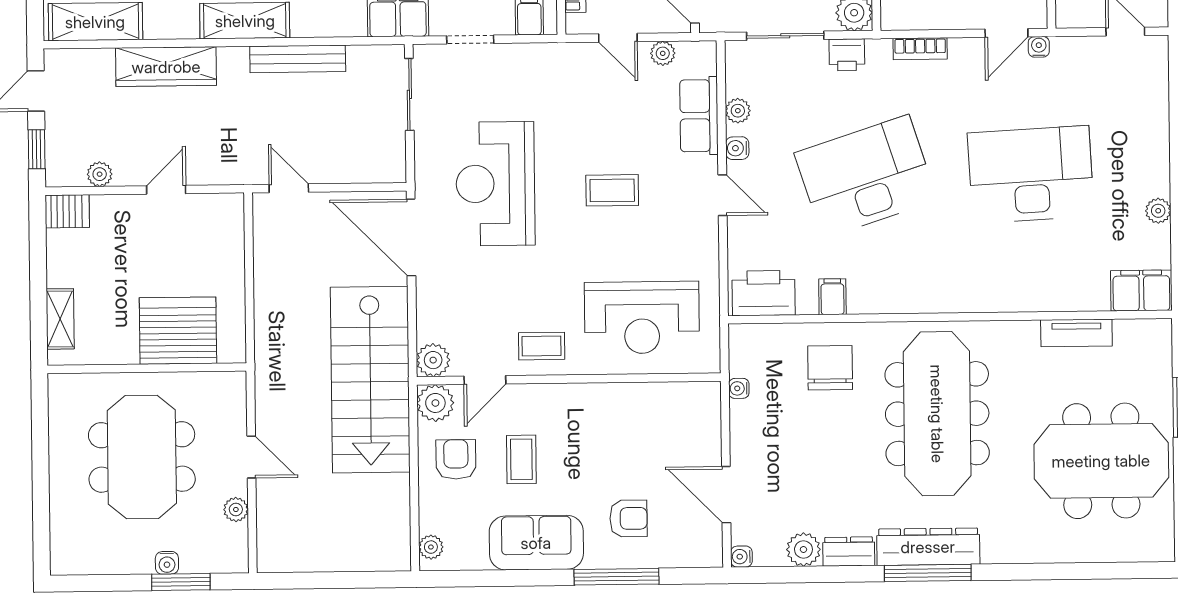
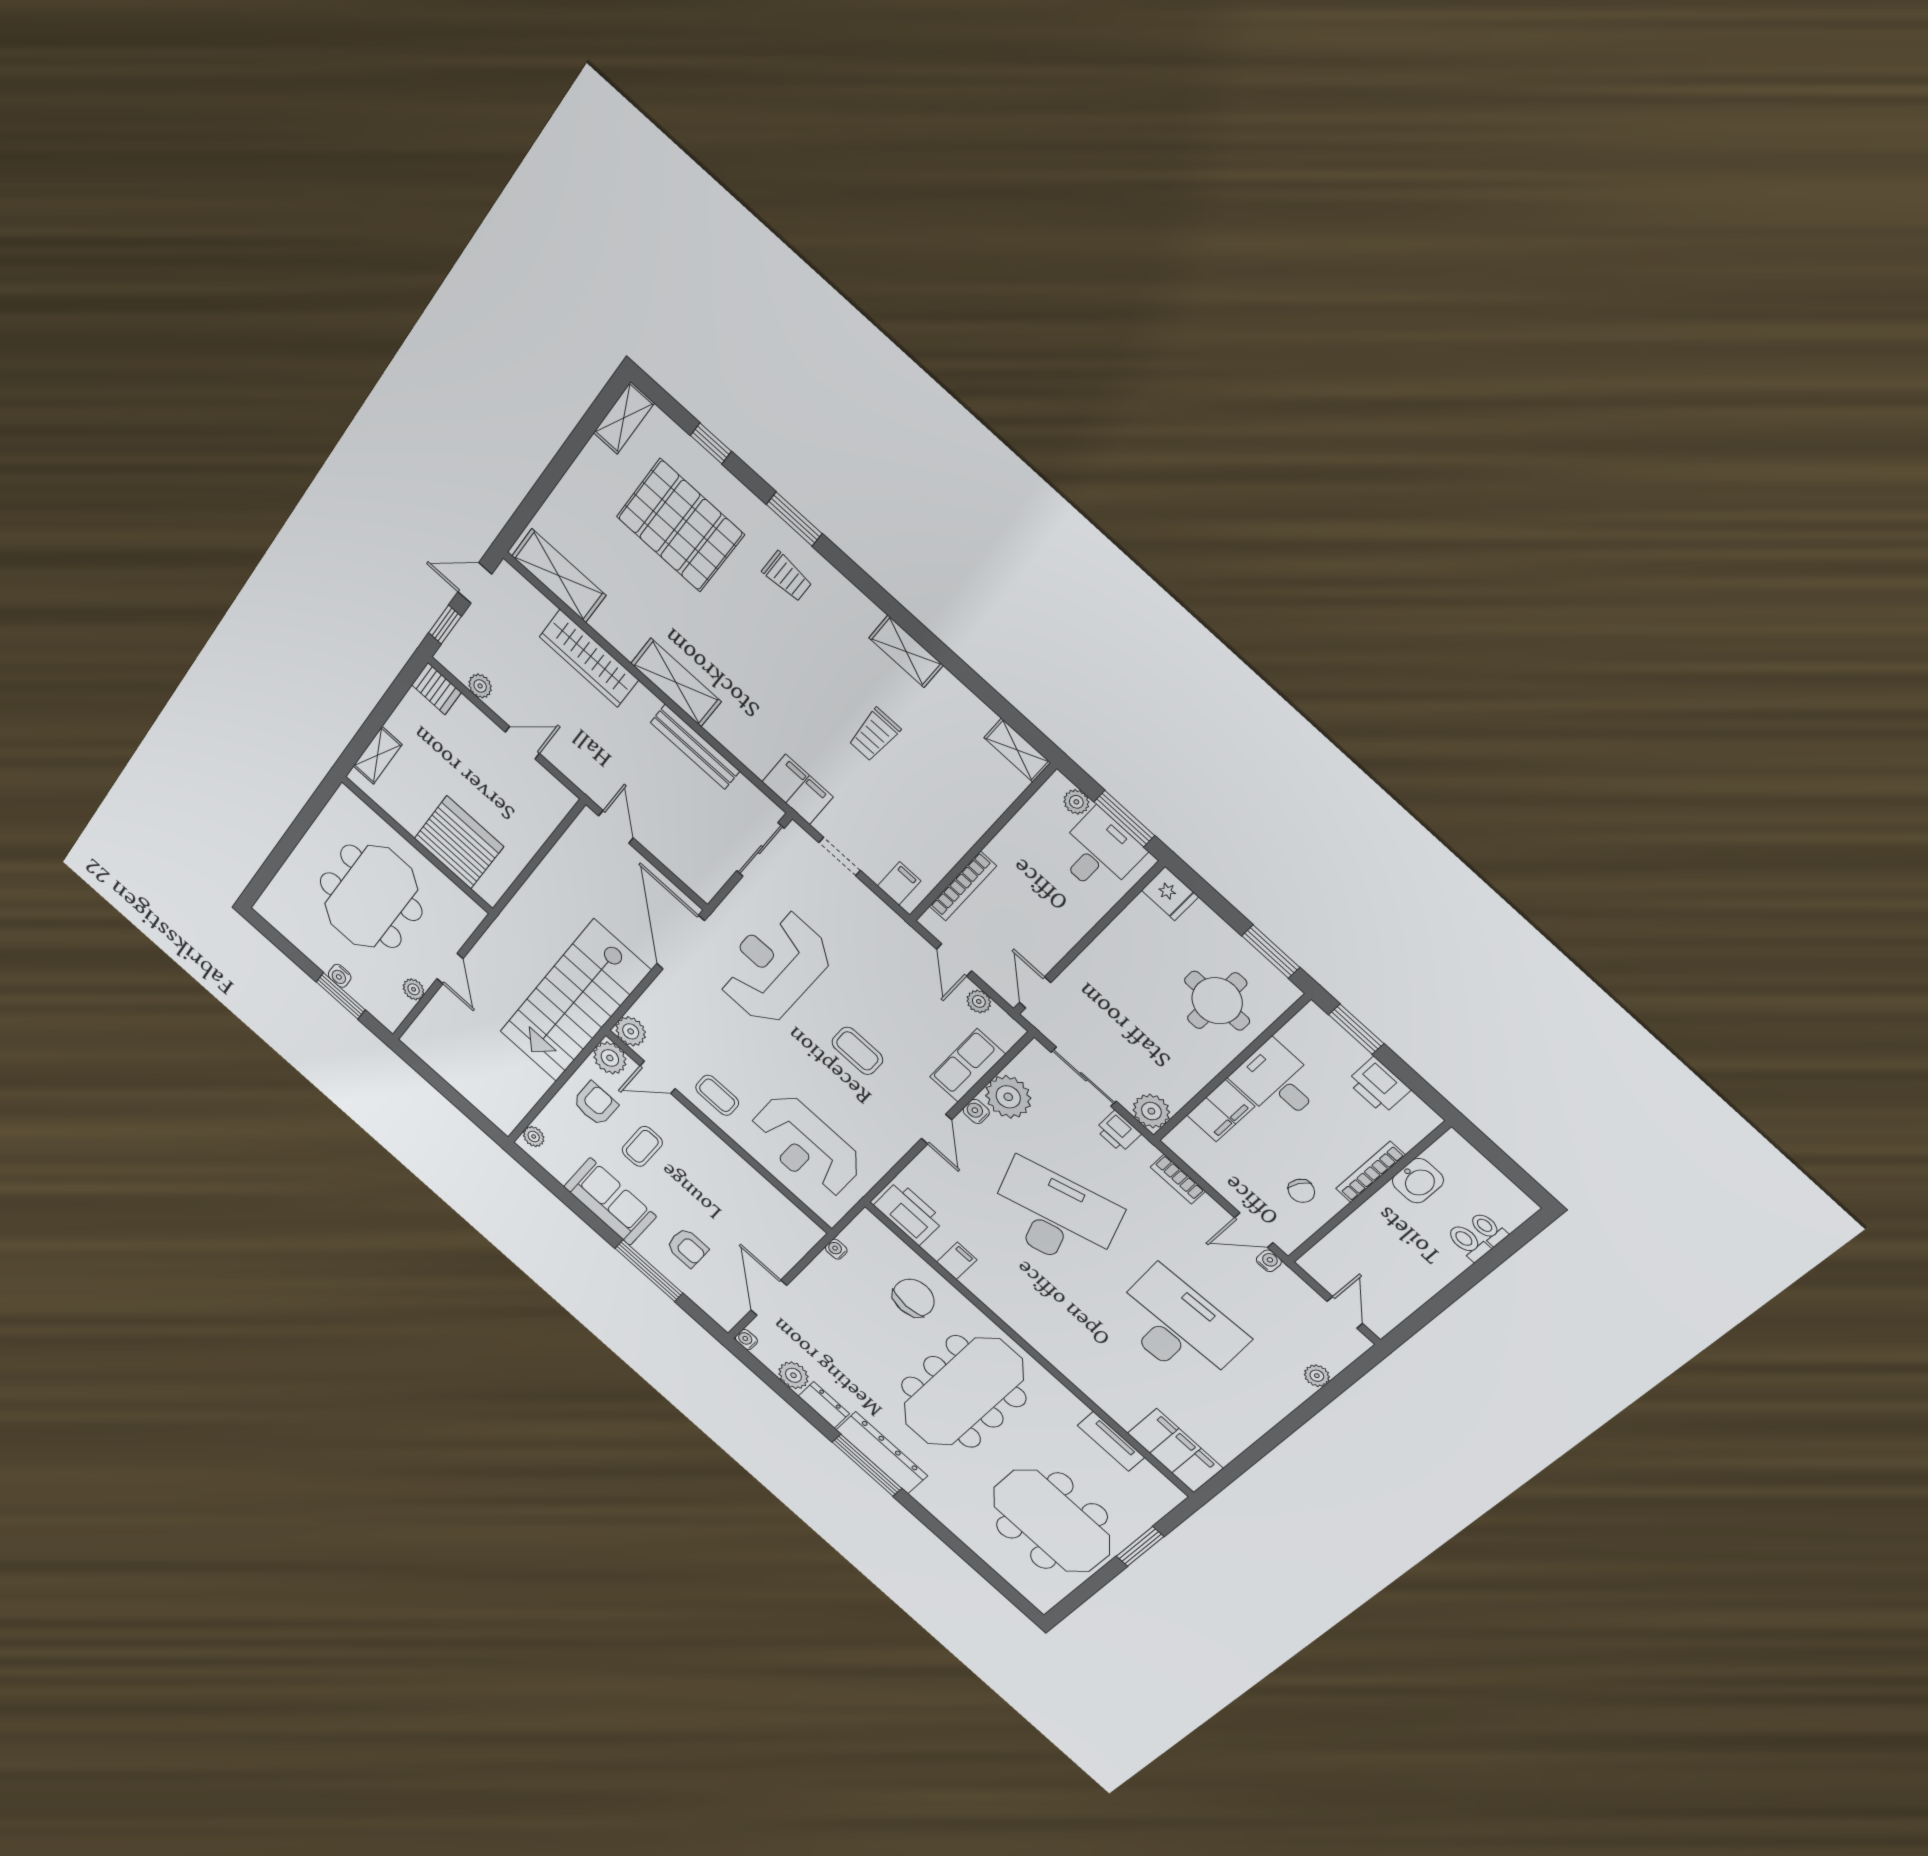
plant: (738, 111) -> (1008, 1097), width x1.88, depth x1.88
plant: (1158, 211) -> (1317, 1376), moved
filing cabinet: (1141, 291) -> (1175, 1451), width x1.50, depth x1.17

